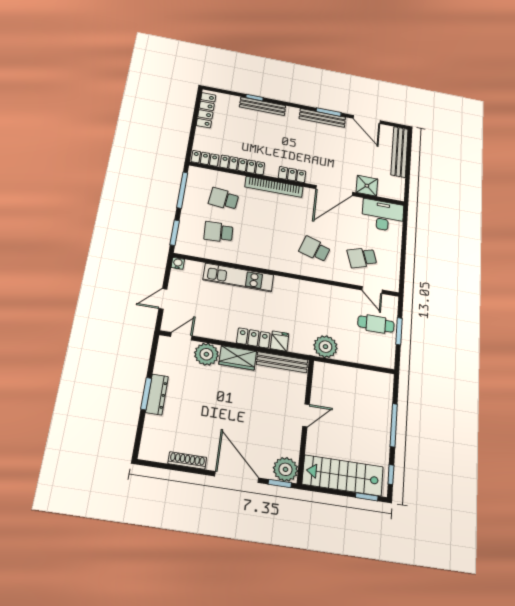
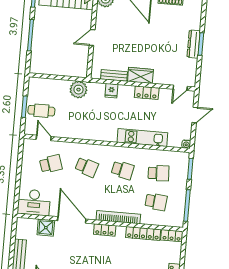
door: (334, 190) -> (72, 220), hinge flipped
school desk: (267, 241) -> (123, 170), added
locker: (253, 338) -> (147, 93), moved
plant: (206, 354) -> (162, 76), removed
bench: (282, 362) -> (114, 75), width x0.73

